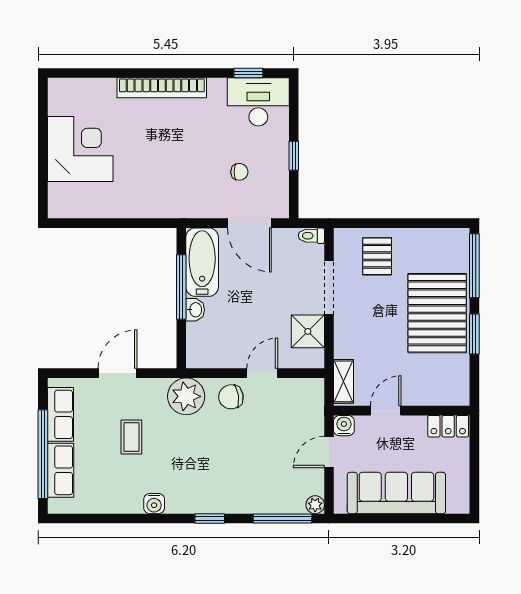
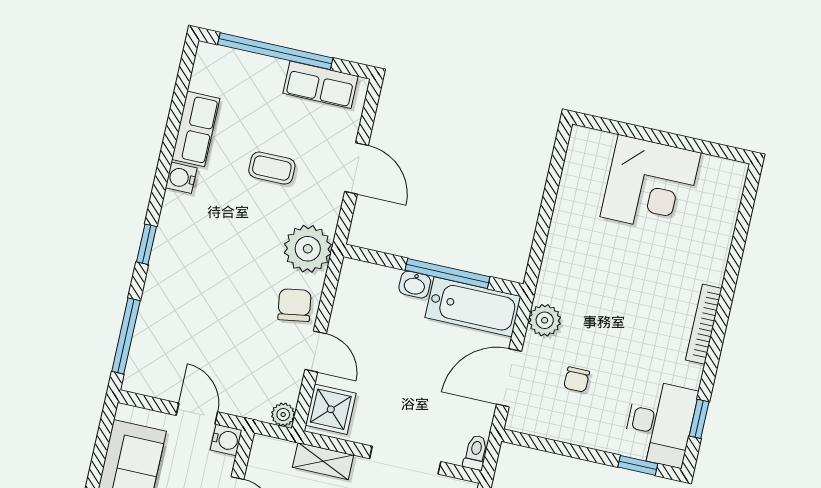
bookcase: (162, 88) -> (704, 324), width x0.68, depth x0.76
window: (294, 156) -> (638, 465), moved
plant: (200, 206) -> (545, 320), added
shower: (308, 331) -> (331, 409), moved
shelving: (344, 381) -> (323, 461), moved
row of seats: (61, 470) -> (196, 129), moved, turned -90
plant: (315, 505) -> (283, 415), moved

